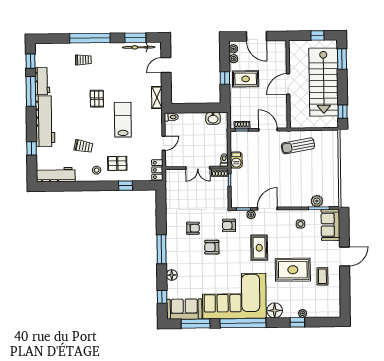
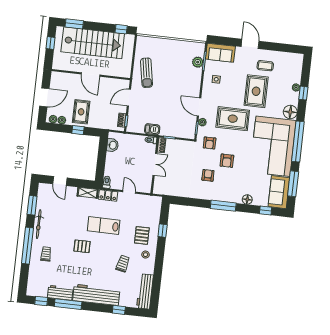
bicycle: (139, 47) -> (39, 224), moved
locker: (157, 170) -> (108, 195), moved
rug: (259, 248) -> (233, 119), width x1.36, depth x1.43

